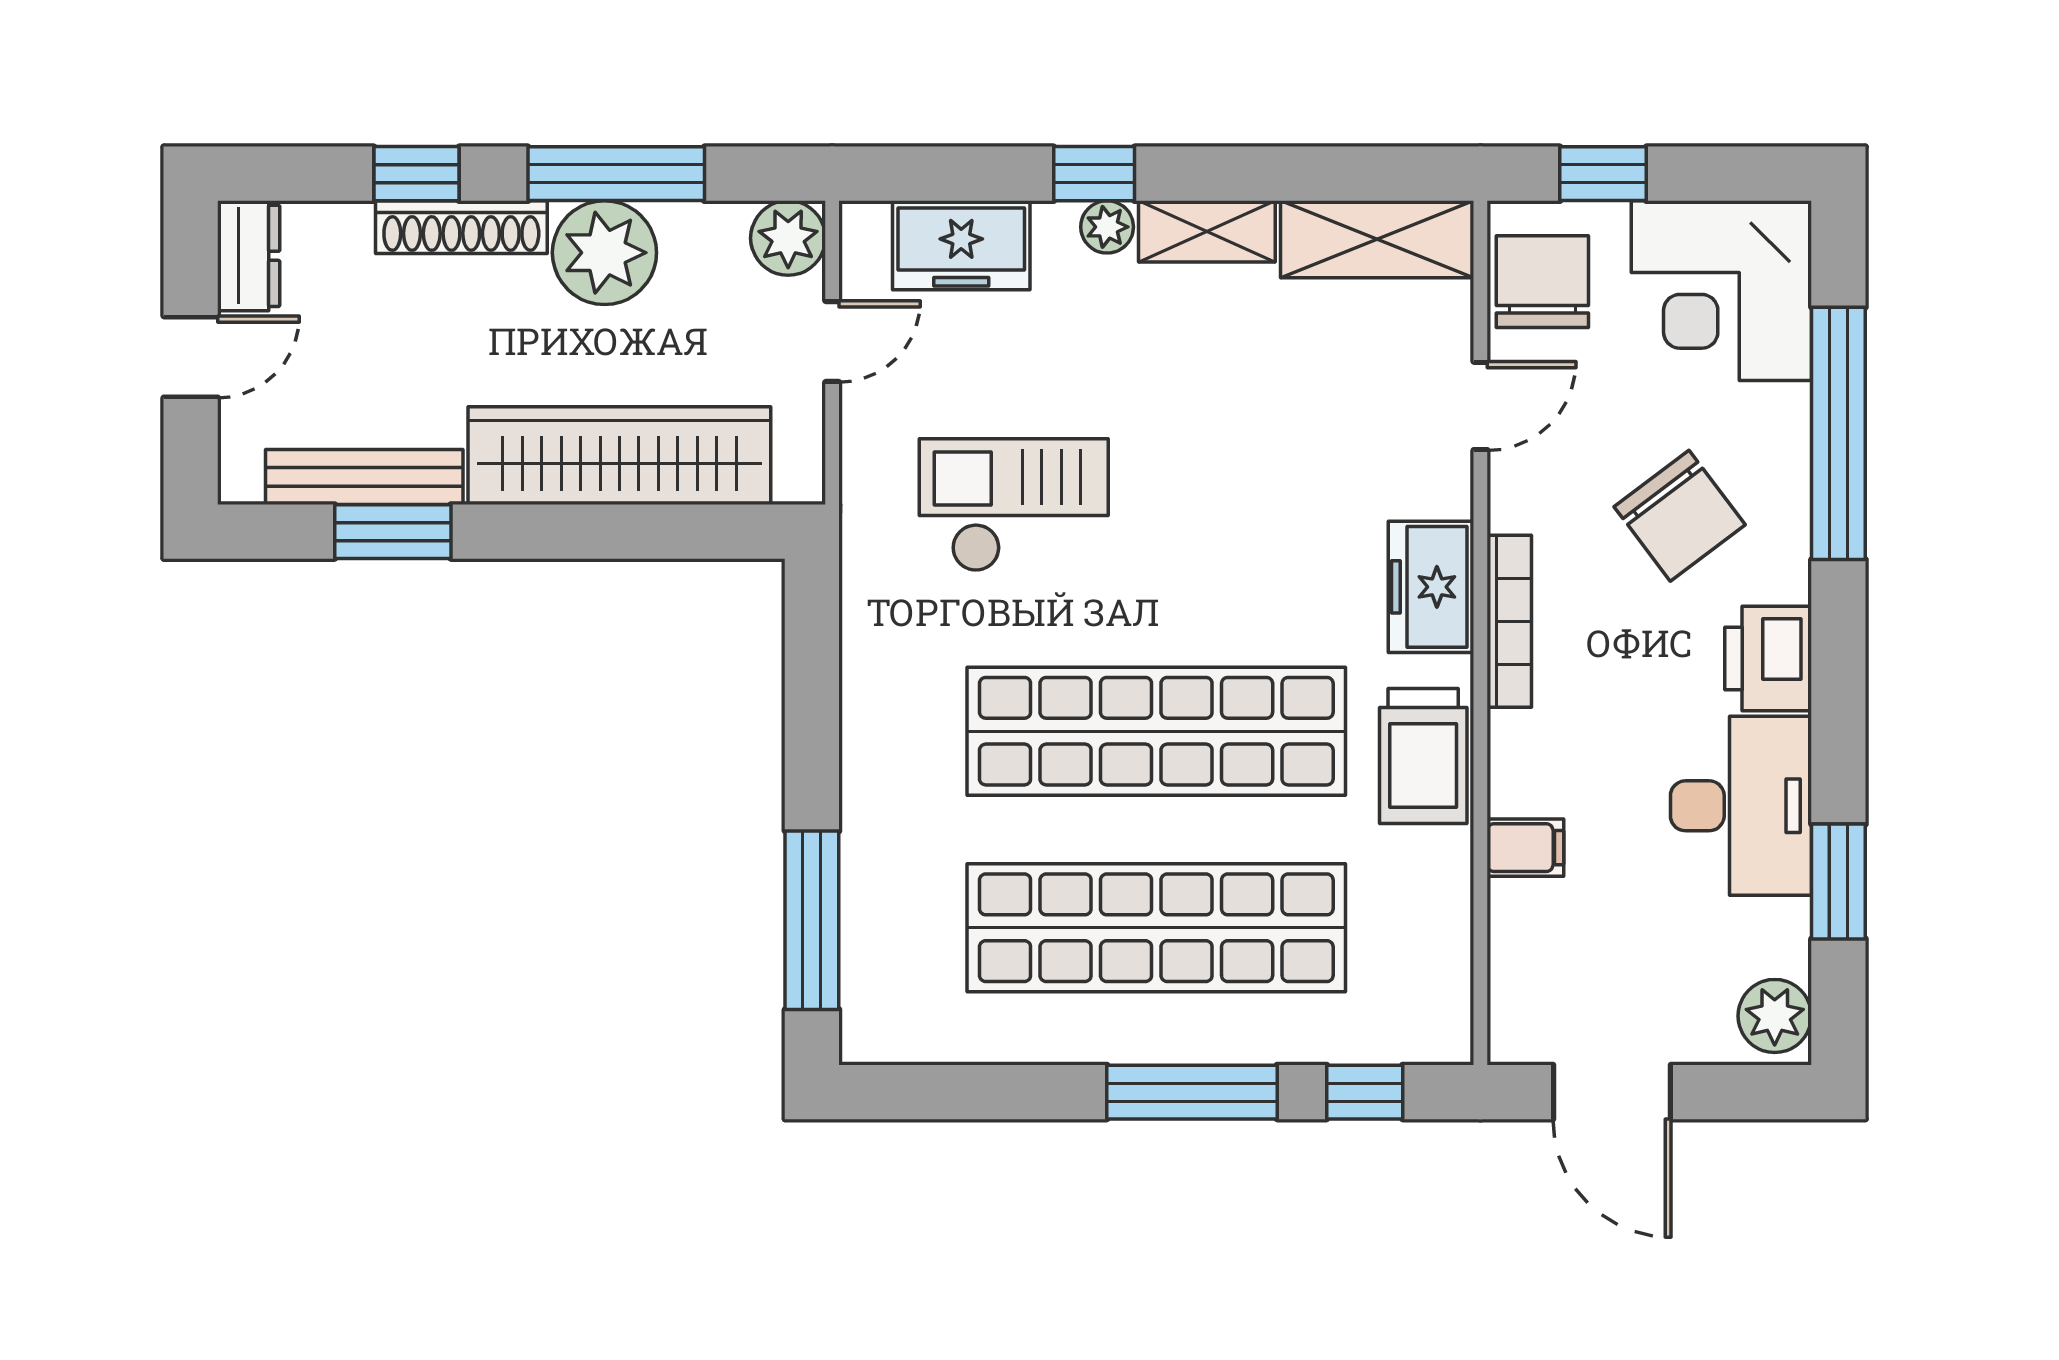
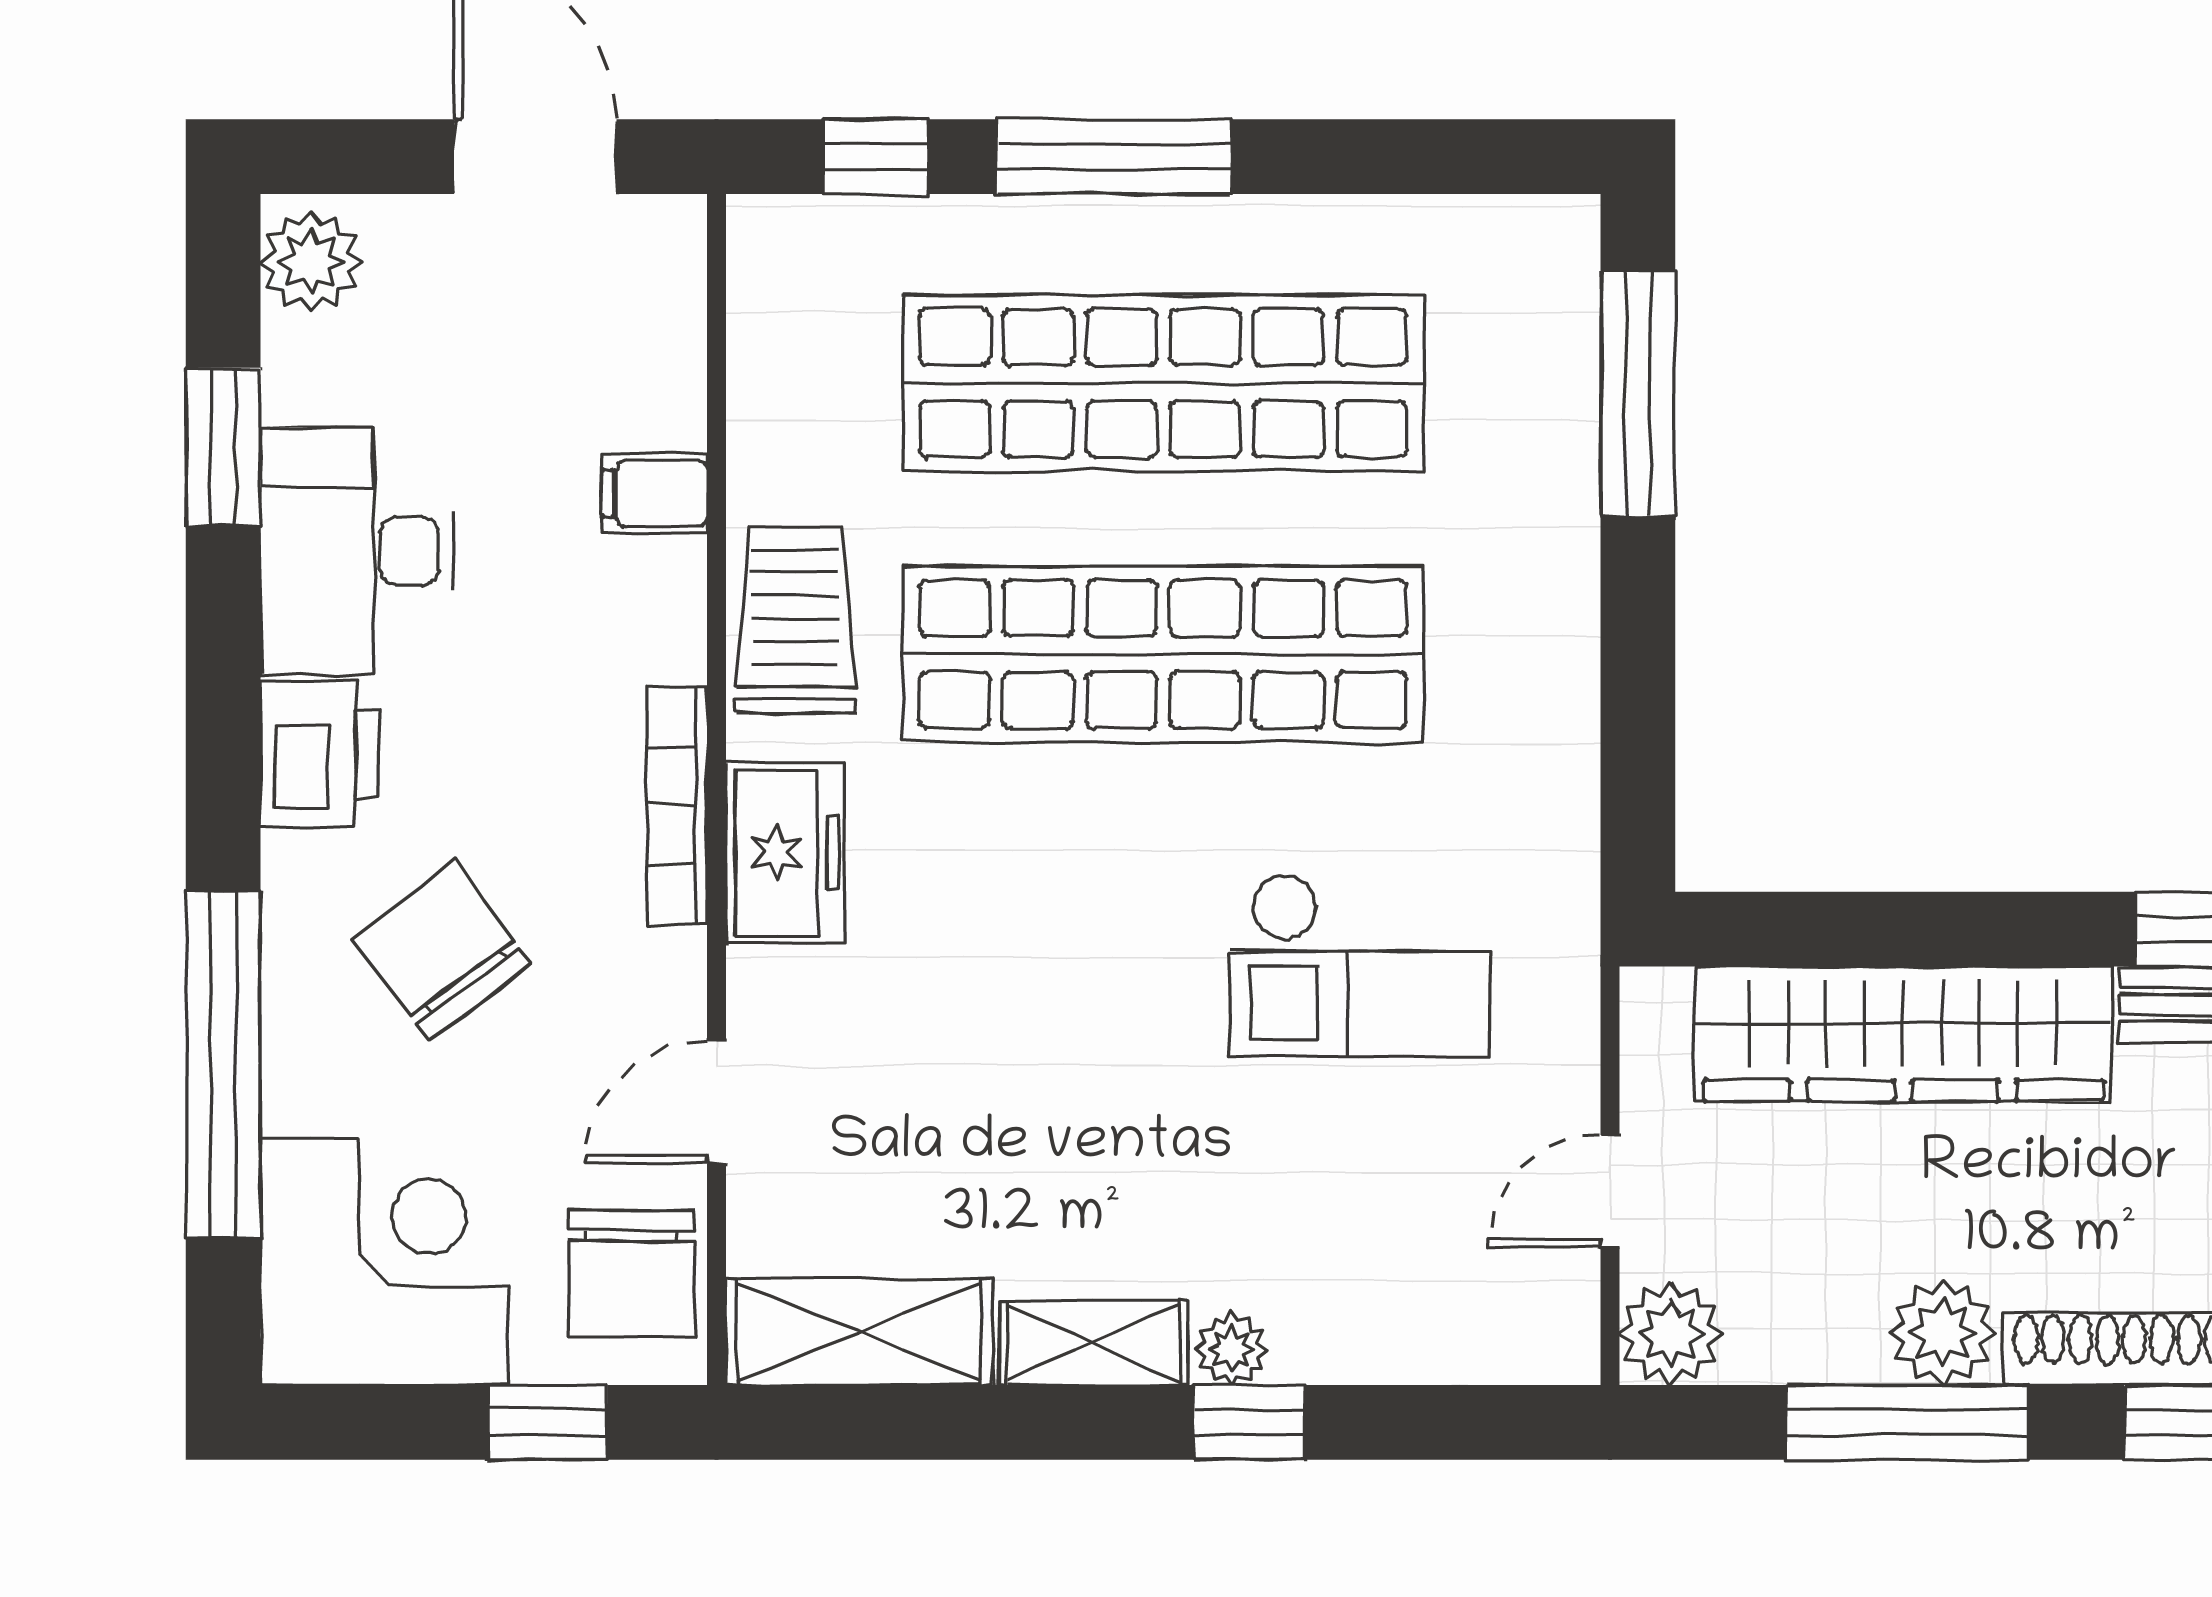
freezer: (961, 245) -> (1432, 1324), removed
plant: (604, 253) -> (1943, 1333), width x0.73, depth x0.73

